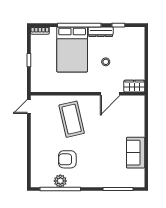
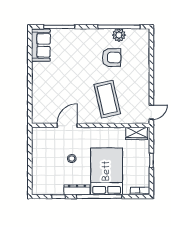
wardrobe: (134, 86) -> (137, 133), moved
sofa: (136, 153) -> (41, 45), moved

